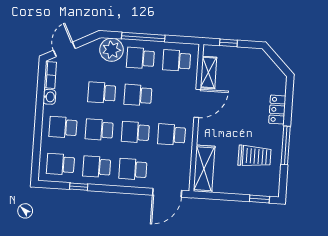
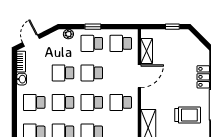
window: (143, 37) -> (93, 27), width x0.46
window: (228, 43) -> (172, 27), moved
plant: (112, 50) -> (68, 34), width x0.53, depth x0.53

